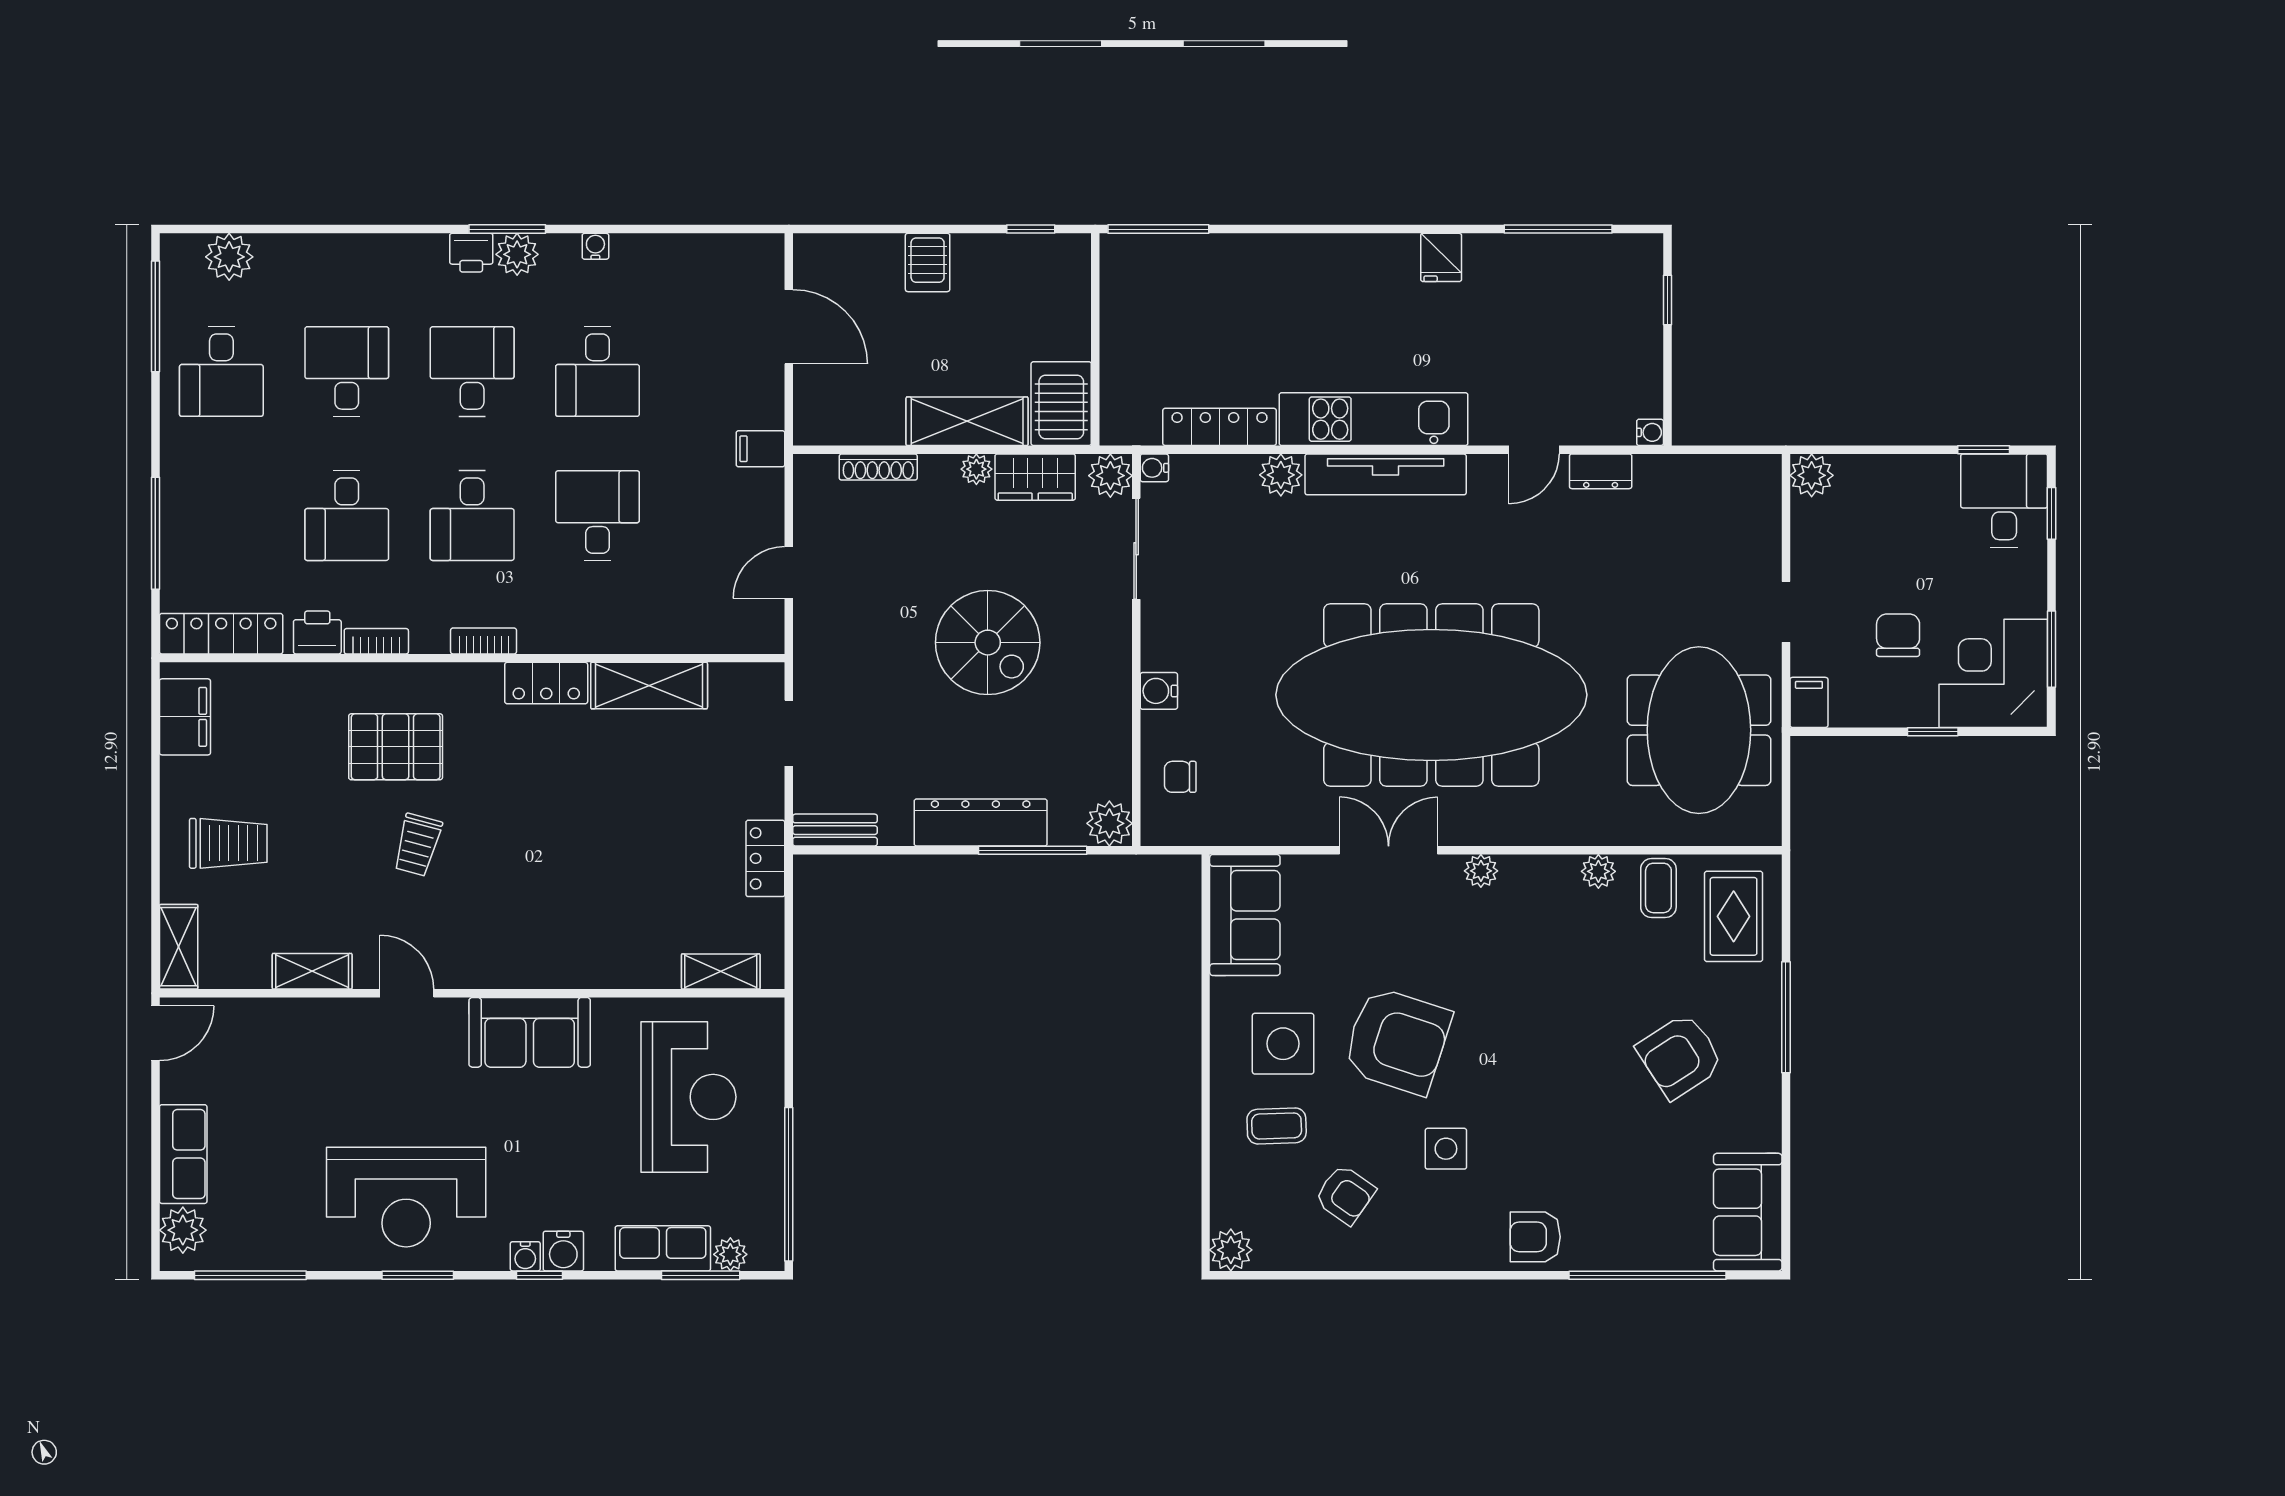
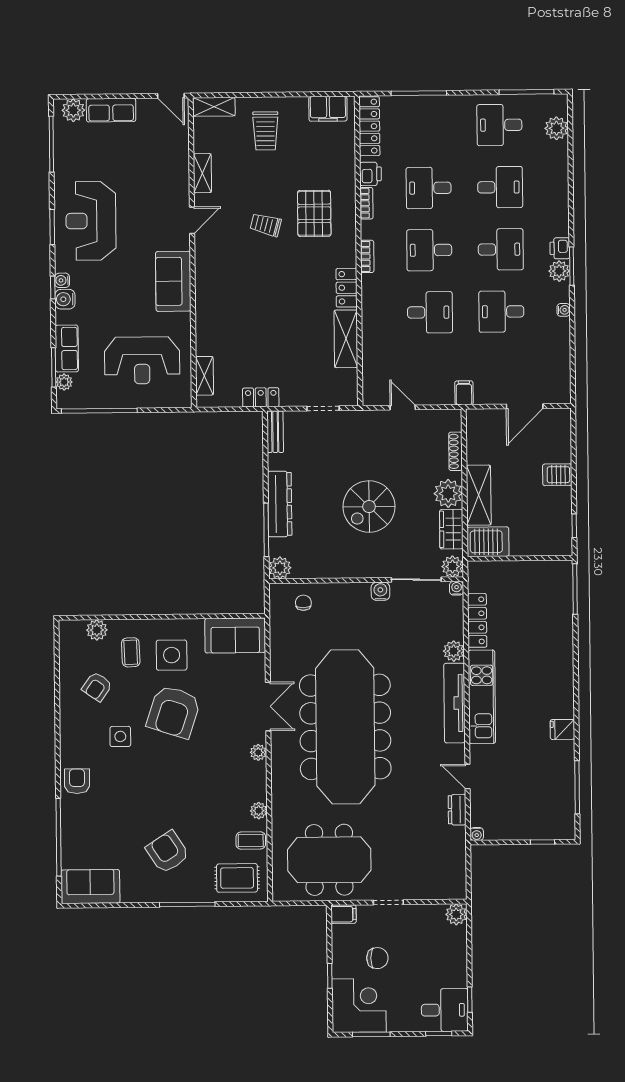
plant: (976, 469) -> (448, 493), width x1.87, depth x1.87
water cooler: (1159, 691) -> (380, 591), moved
plant: (1231, 1250) -> (97, 630), moved

